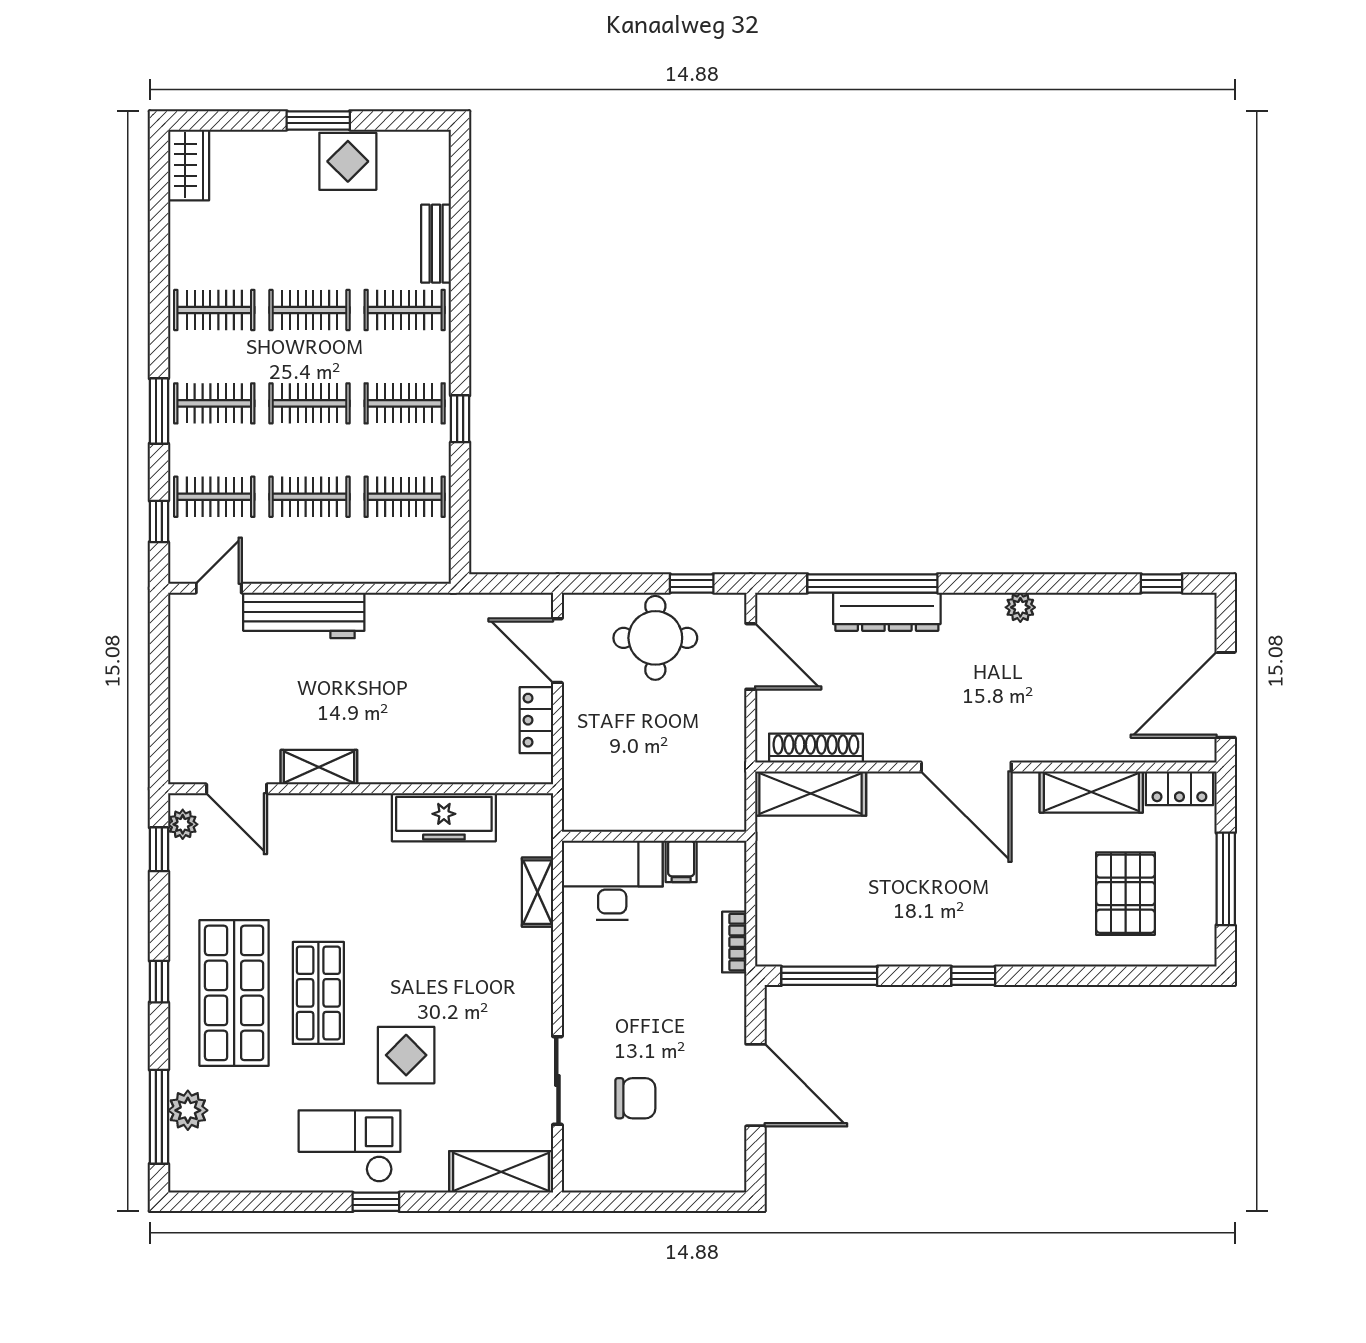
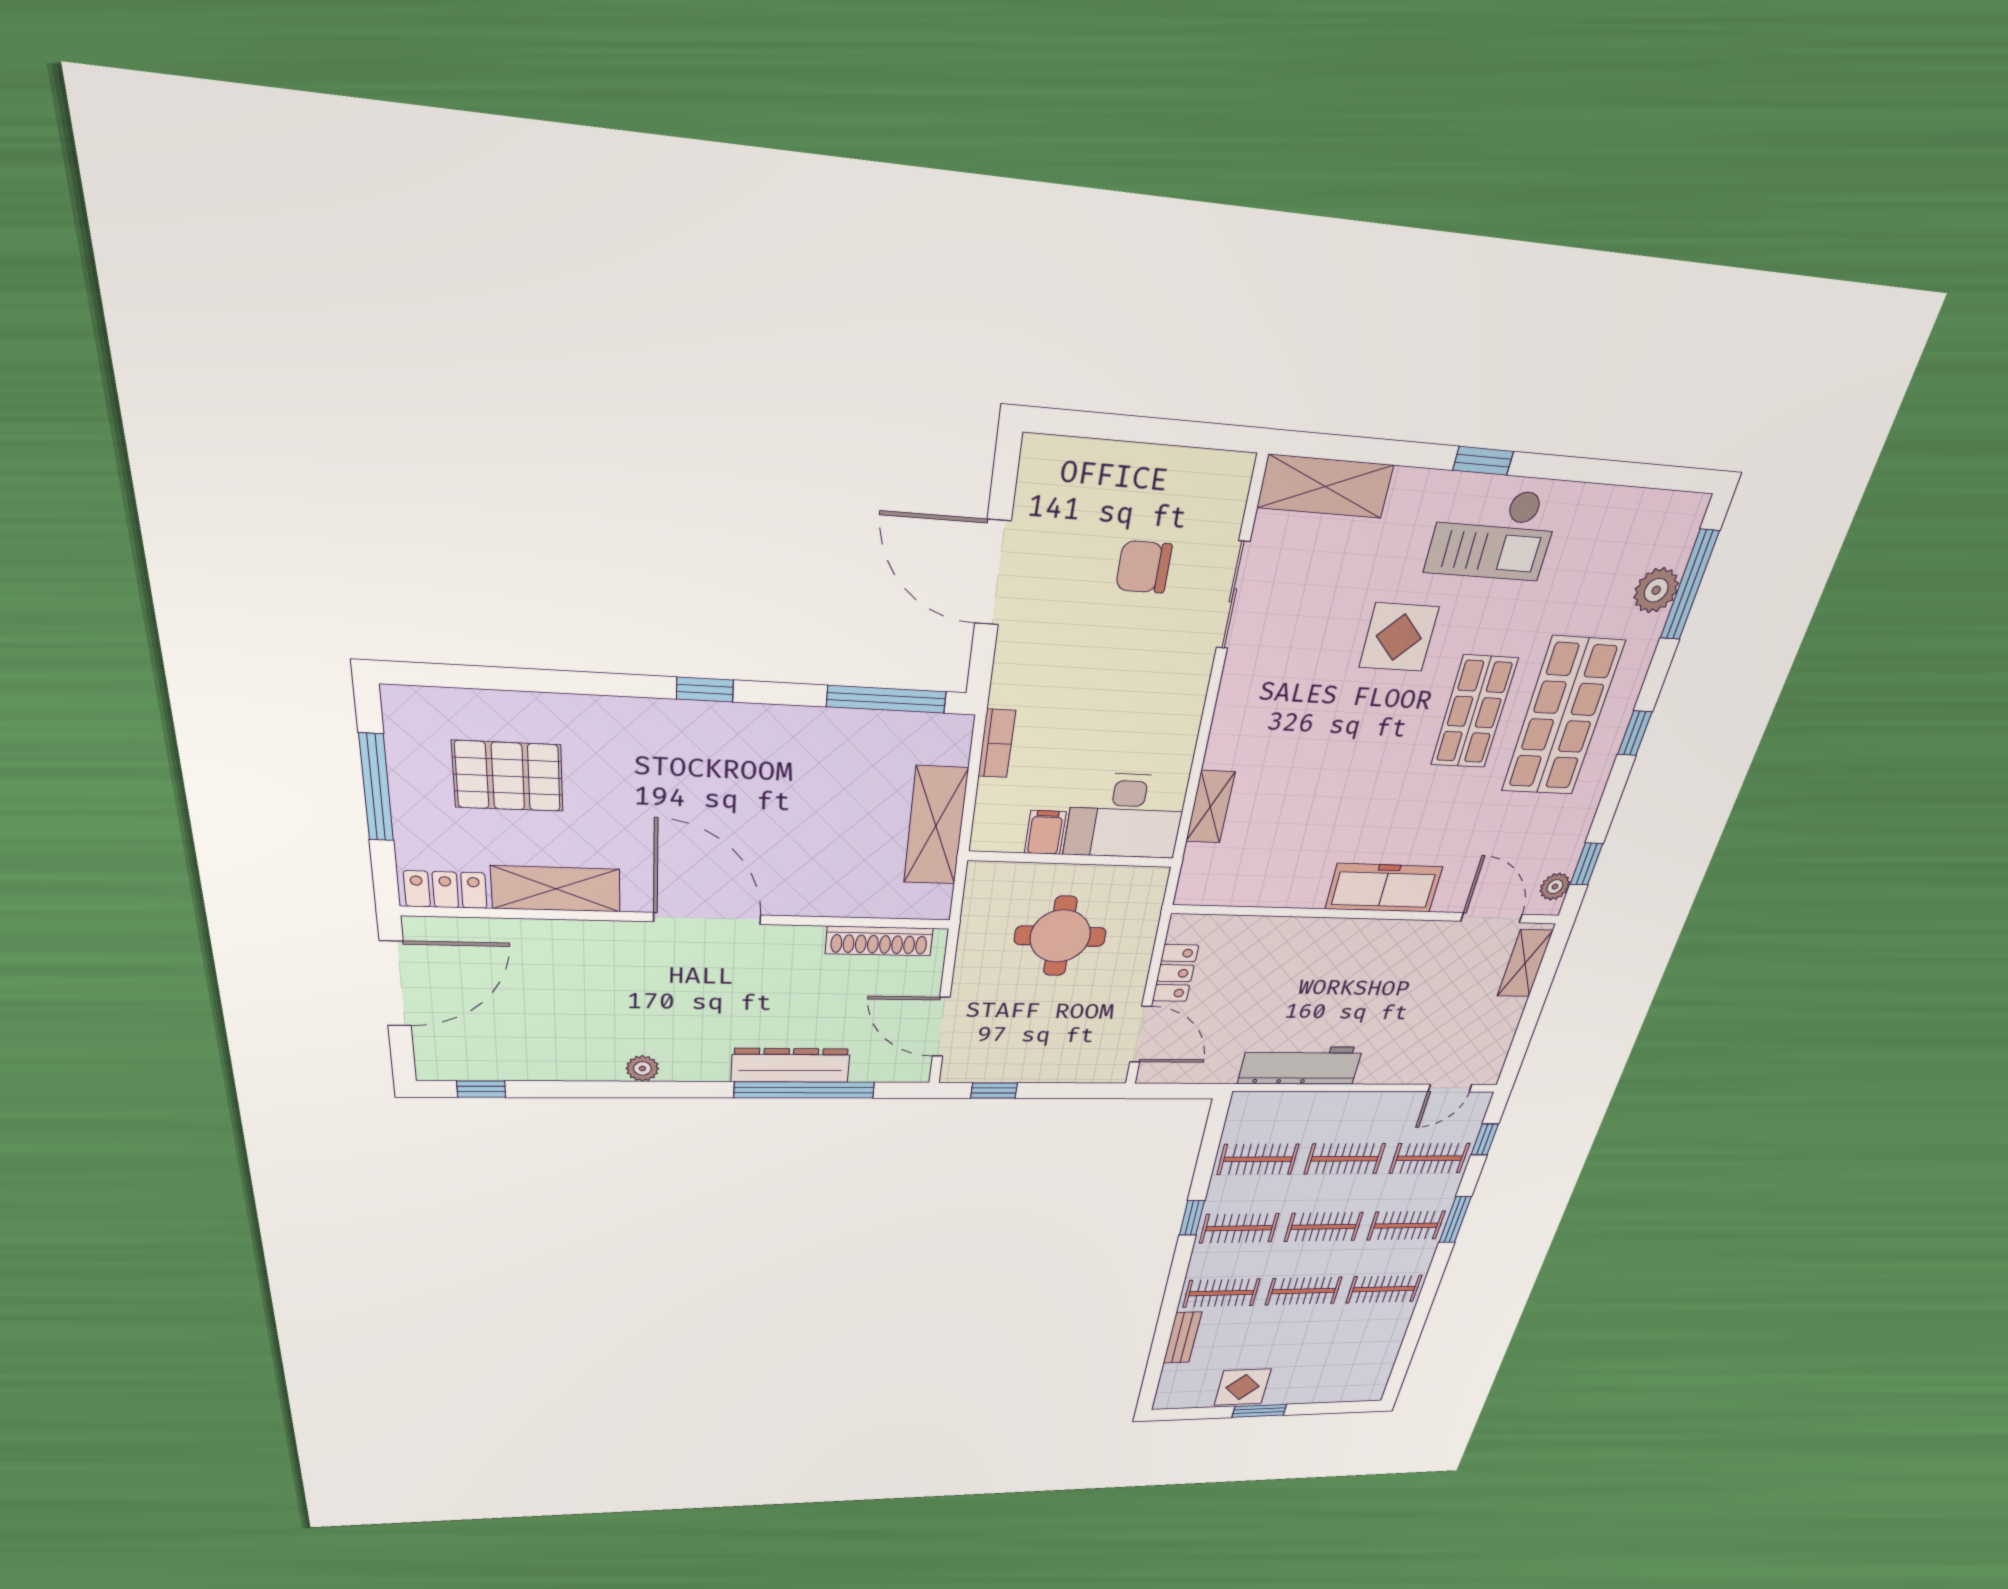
wardrobe: (189, 165) -> (1373, 1380), removed
workbench: (304, 615) -> (1300, 1065), moved
round table: (655, 638) -> (1060, 936), moved
shelving: (319, 767) -> (1525, 963), moved, turned 90
shelving: (811, 793) -> (936, 826), moved, turned 90
freezer: (444, 817) -> (1384, 888), moved
pallet: (1126, 894) -> (508, 776), turned 90

